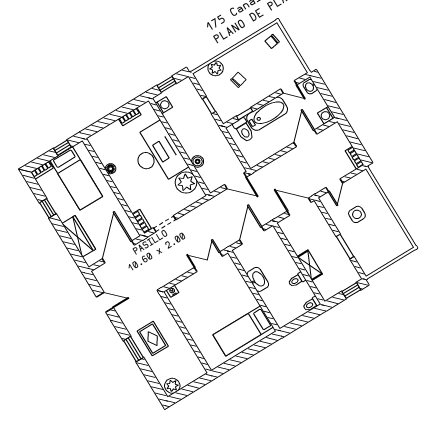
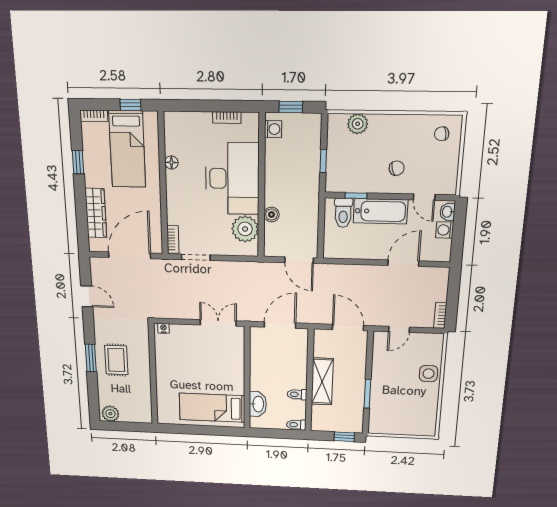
chair: (238, 80) -> (397, 168), moved
washing machine: (326, 115) -> (445, 230), moved
side table: (357, 214) -> (428, 374), moved
shelving: (310, 265) -> (322, 381), width x1.50, depth x1.33
washbasin: (258, 279) -> (258, 404), moved

